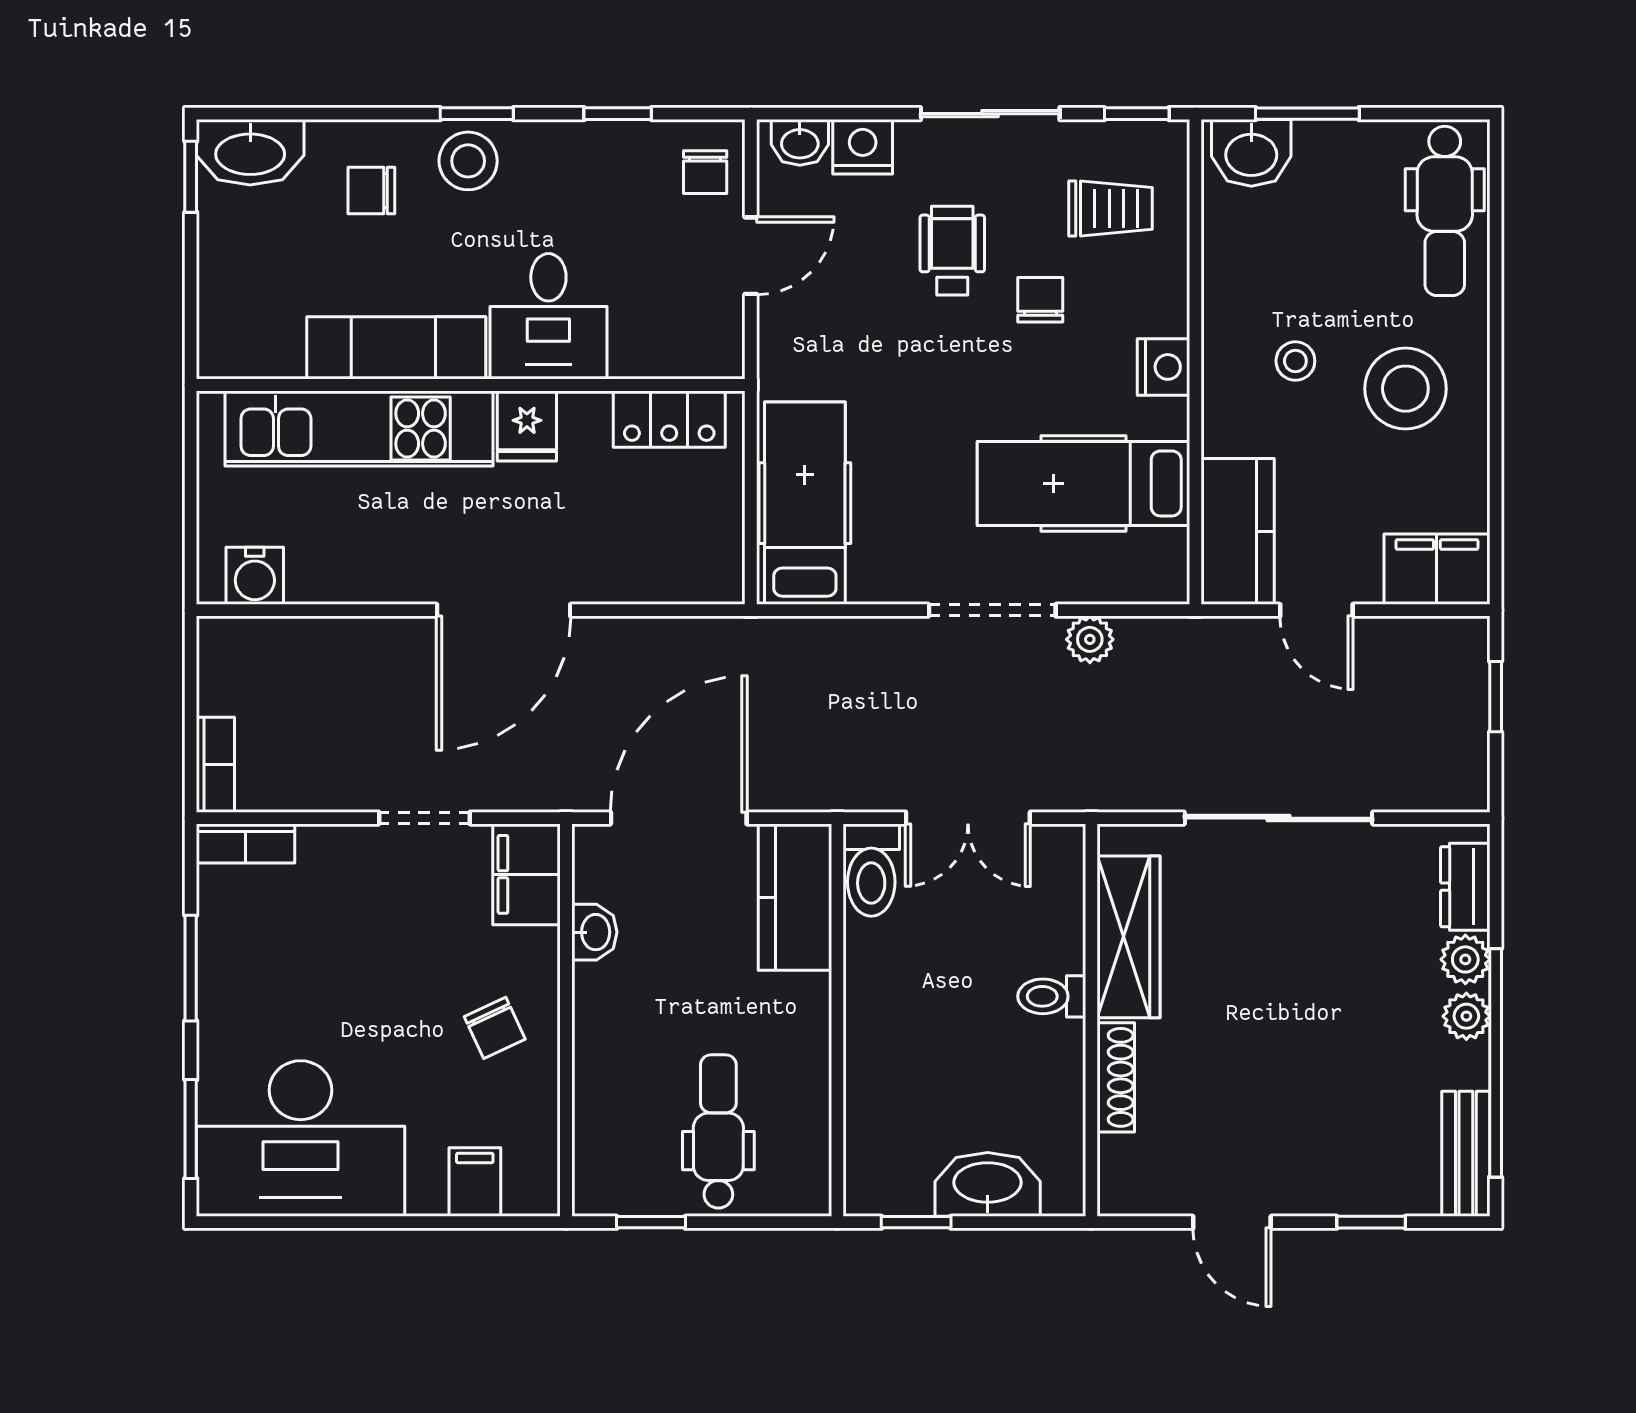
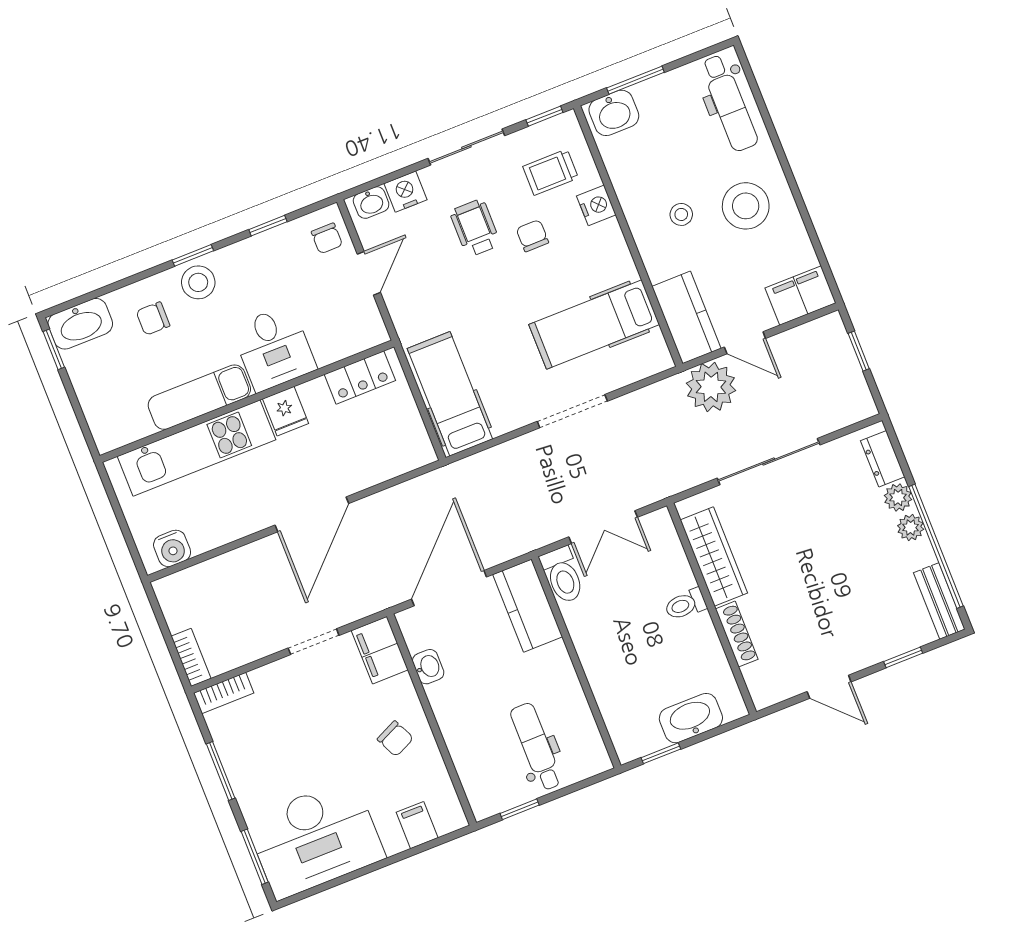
trolley: (1111, 208) -> (551, 172), turned 180
nightstand: (1163, 367) -> (596, 205), moved
plant: (1090, 639) -> (711, 387), moved, width x1.88, depth x1.88

